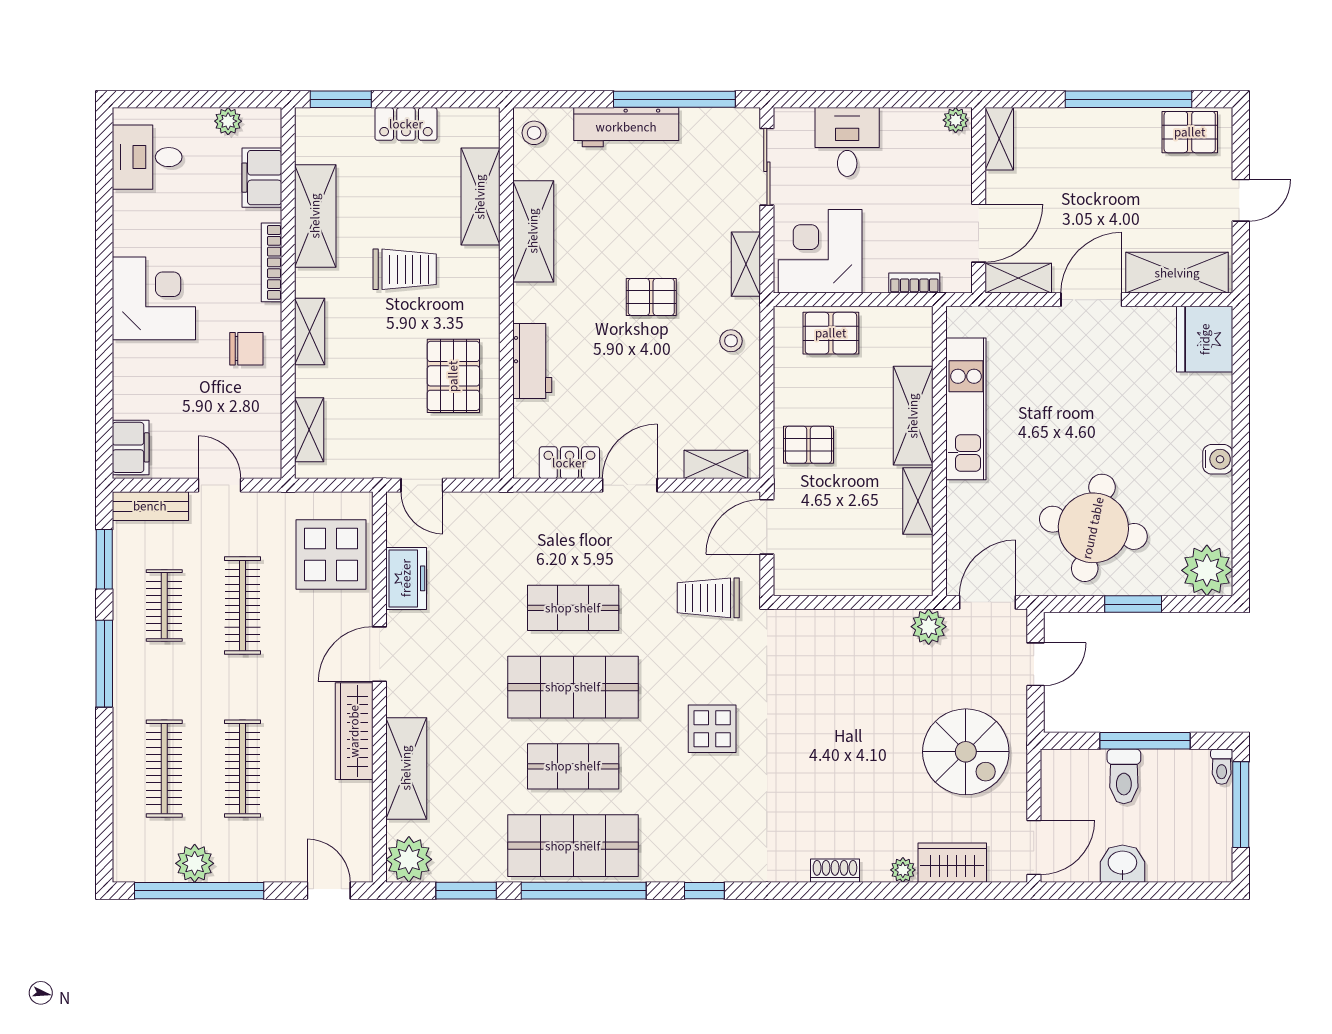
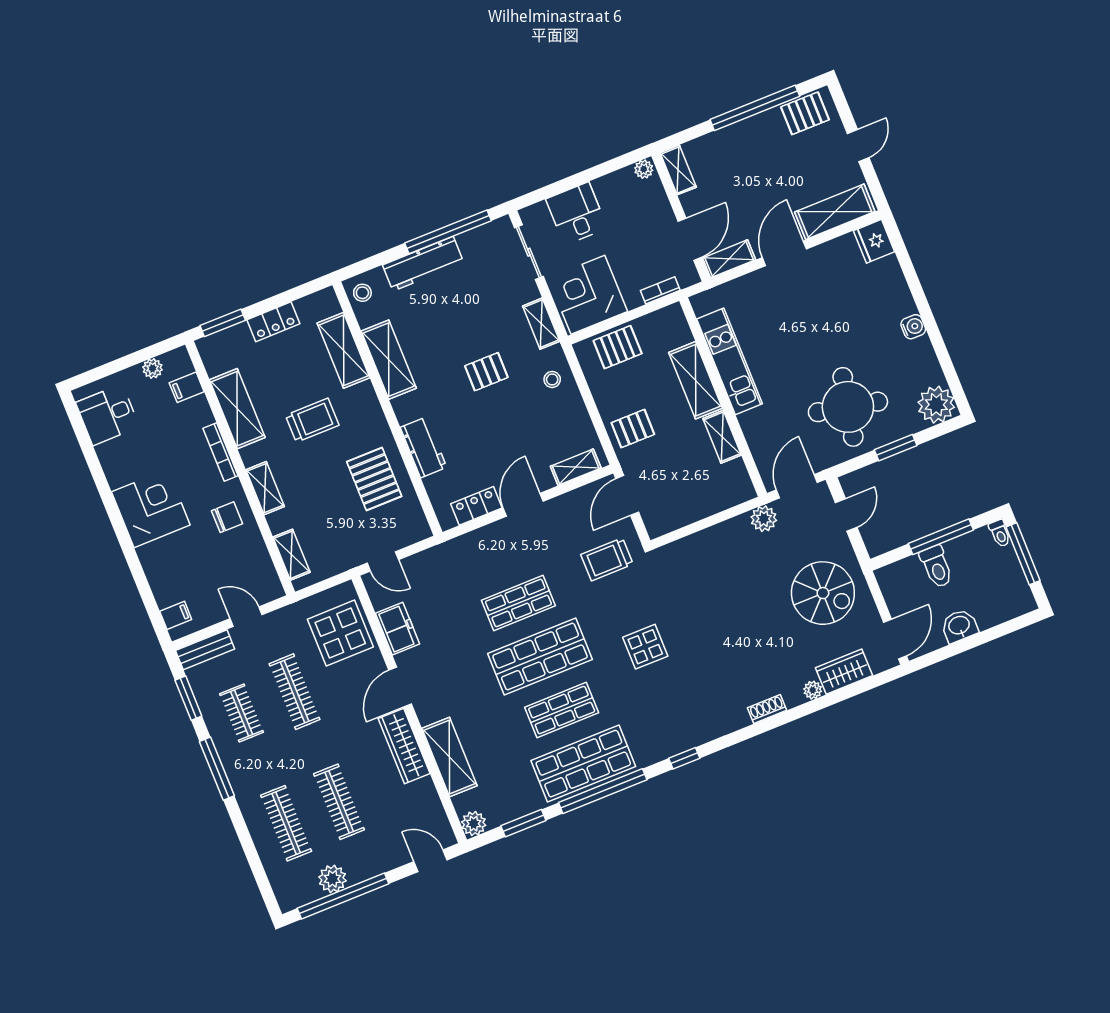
filing cabinet: (262, 178) -> (187, 387), width x0.50
fridge: (1205, 339) -> (874, 241), width x0.73, depth x0.75
filing cabinet: (131, 447) -> (176, 615), width x0.50
plant: (409, 859) -> (474, 824), width x0.73, depth x0.73

